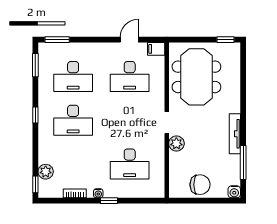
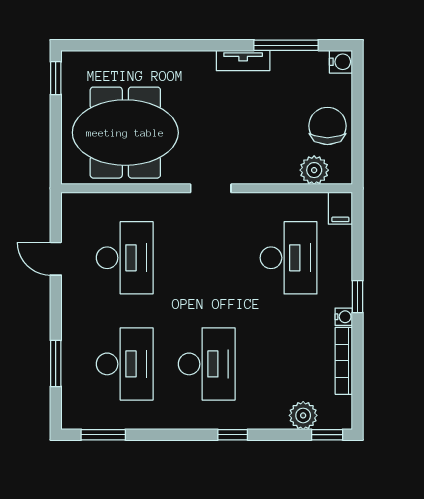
window: (57, 40) -> (56, 363), moved
filing cabinet: (156, 49) -> (340, 208), moved
window: (35, 115) -> (233, 435), moved
tv unit: (235, 134) -> (243, 61), width x0.71
plant: (176, 143) -> (314, 170), moved
bookcase: (75, 193) -> (344, 361), width x1.56

